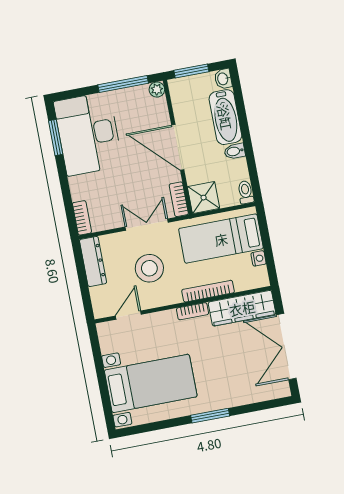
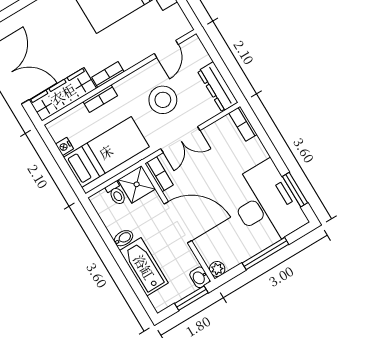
washbasin: (223, 79) -> (200, 277), moved, turned 180
window: (123, 84) -> (265, 254), moved
toilet: (246, 192) -> (116, 194), moved
bookcase: (208, 291) -> (100, 99), width x0.64

